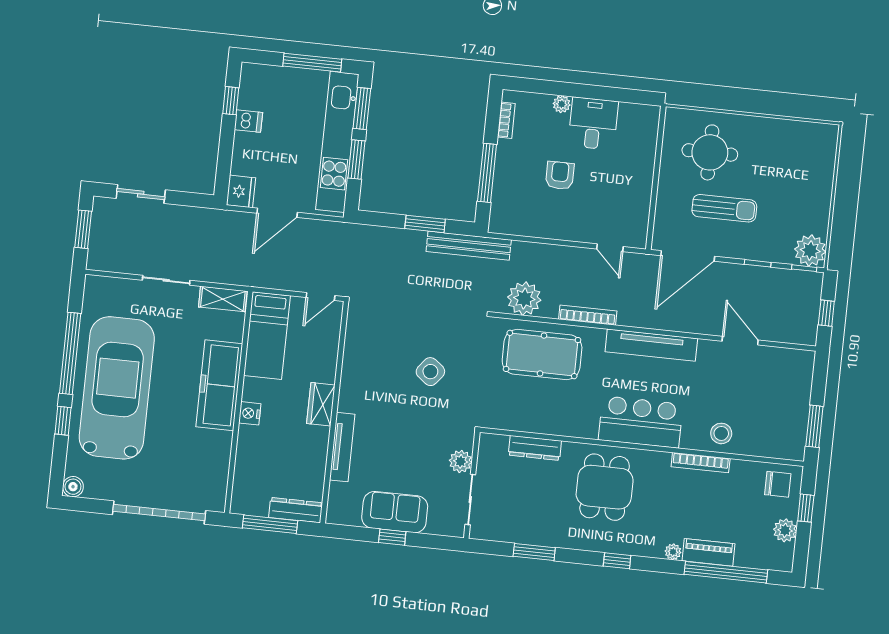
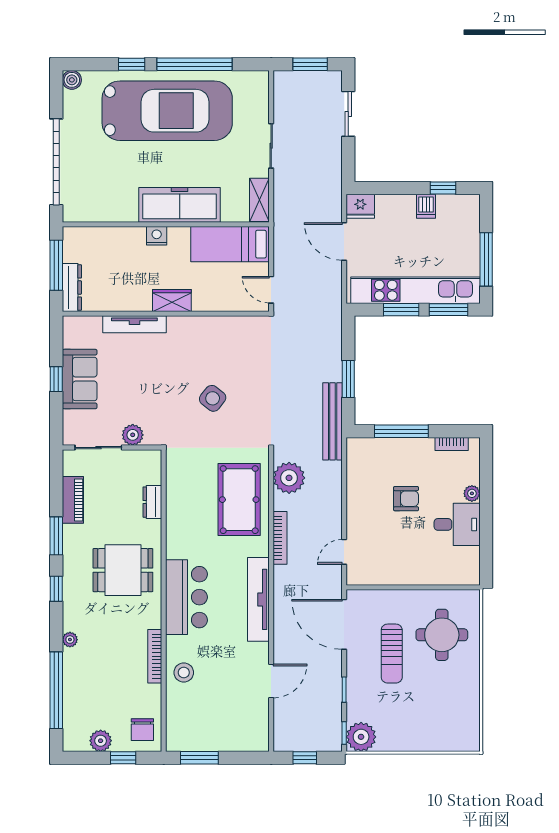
dresser: (535, 448) -> (152, 502), width x0.70
window: (534, 552) -> (56, 536), moved
piano: (708, 552) -> (73, 500), moved

